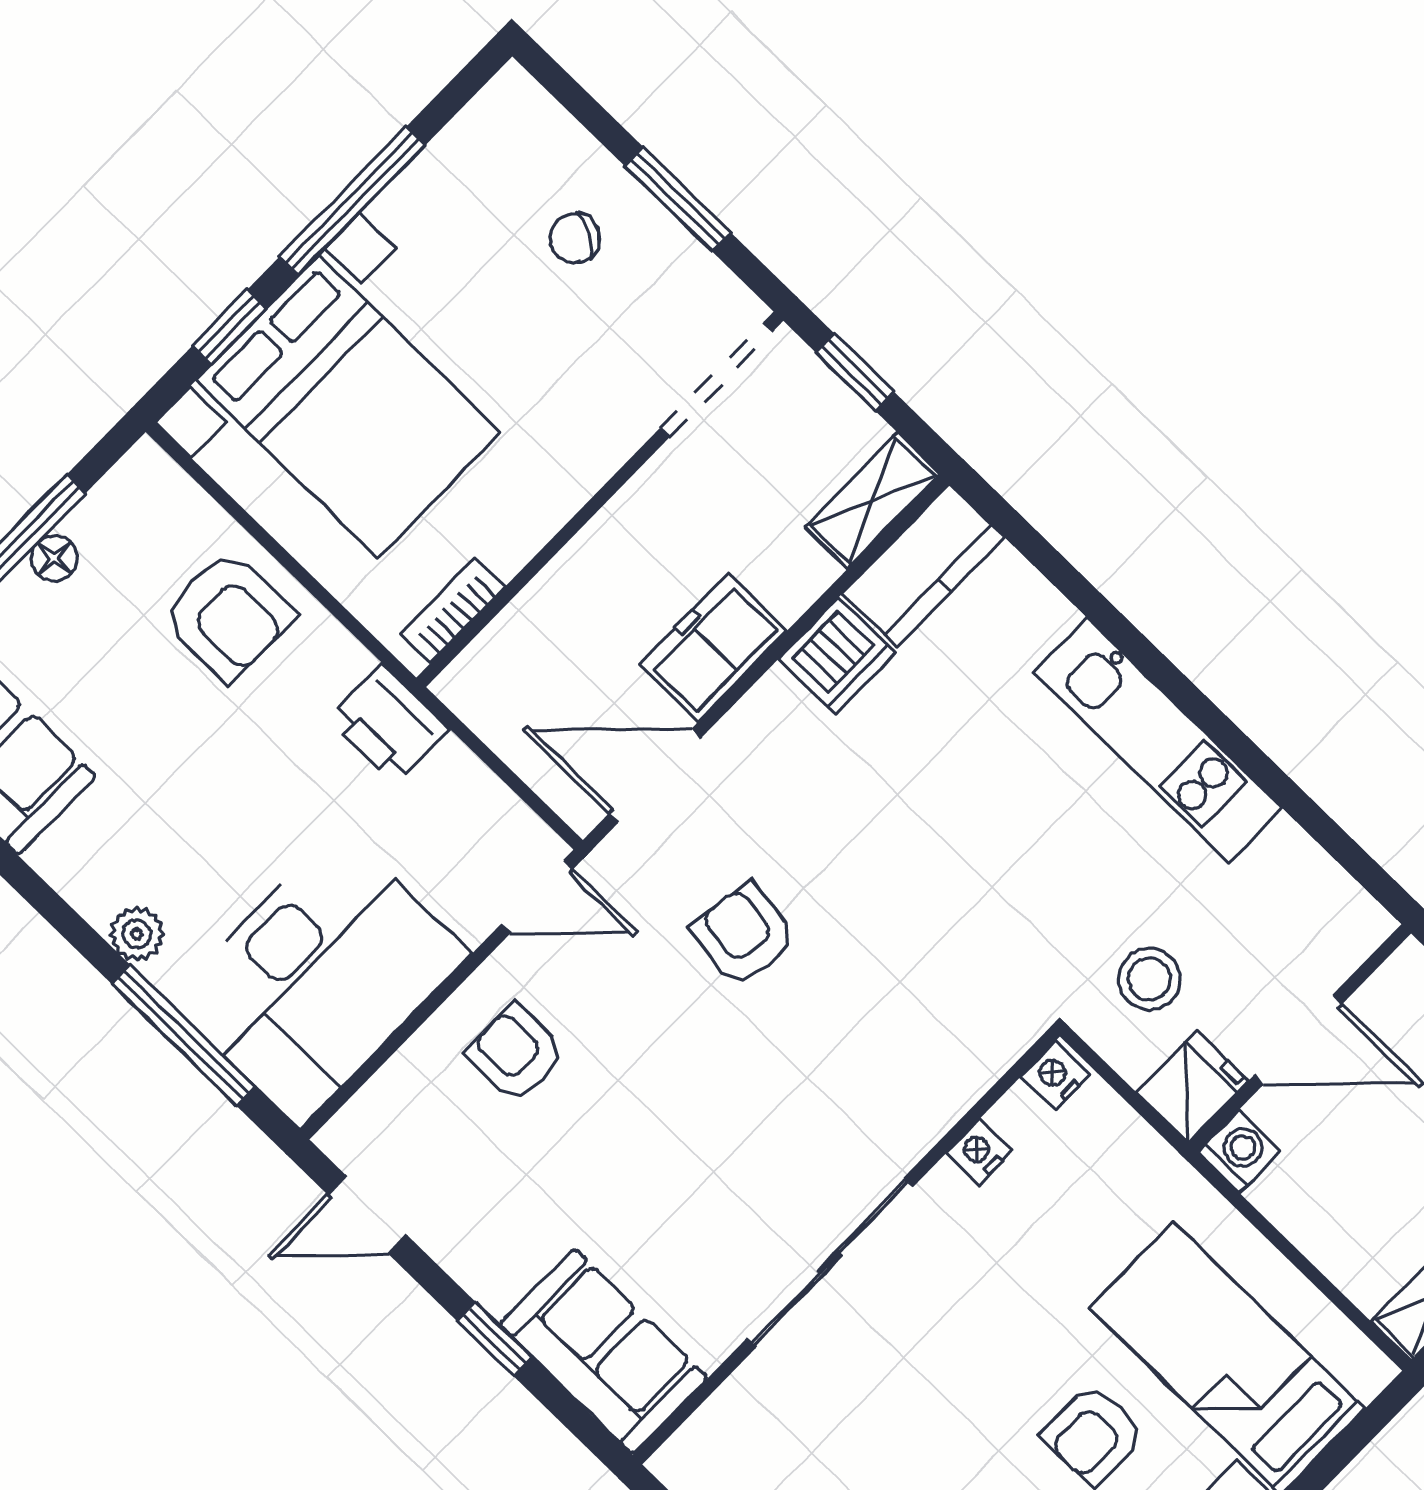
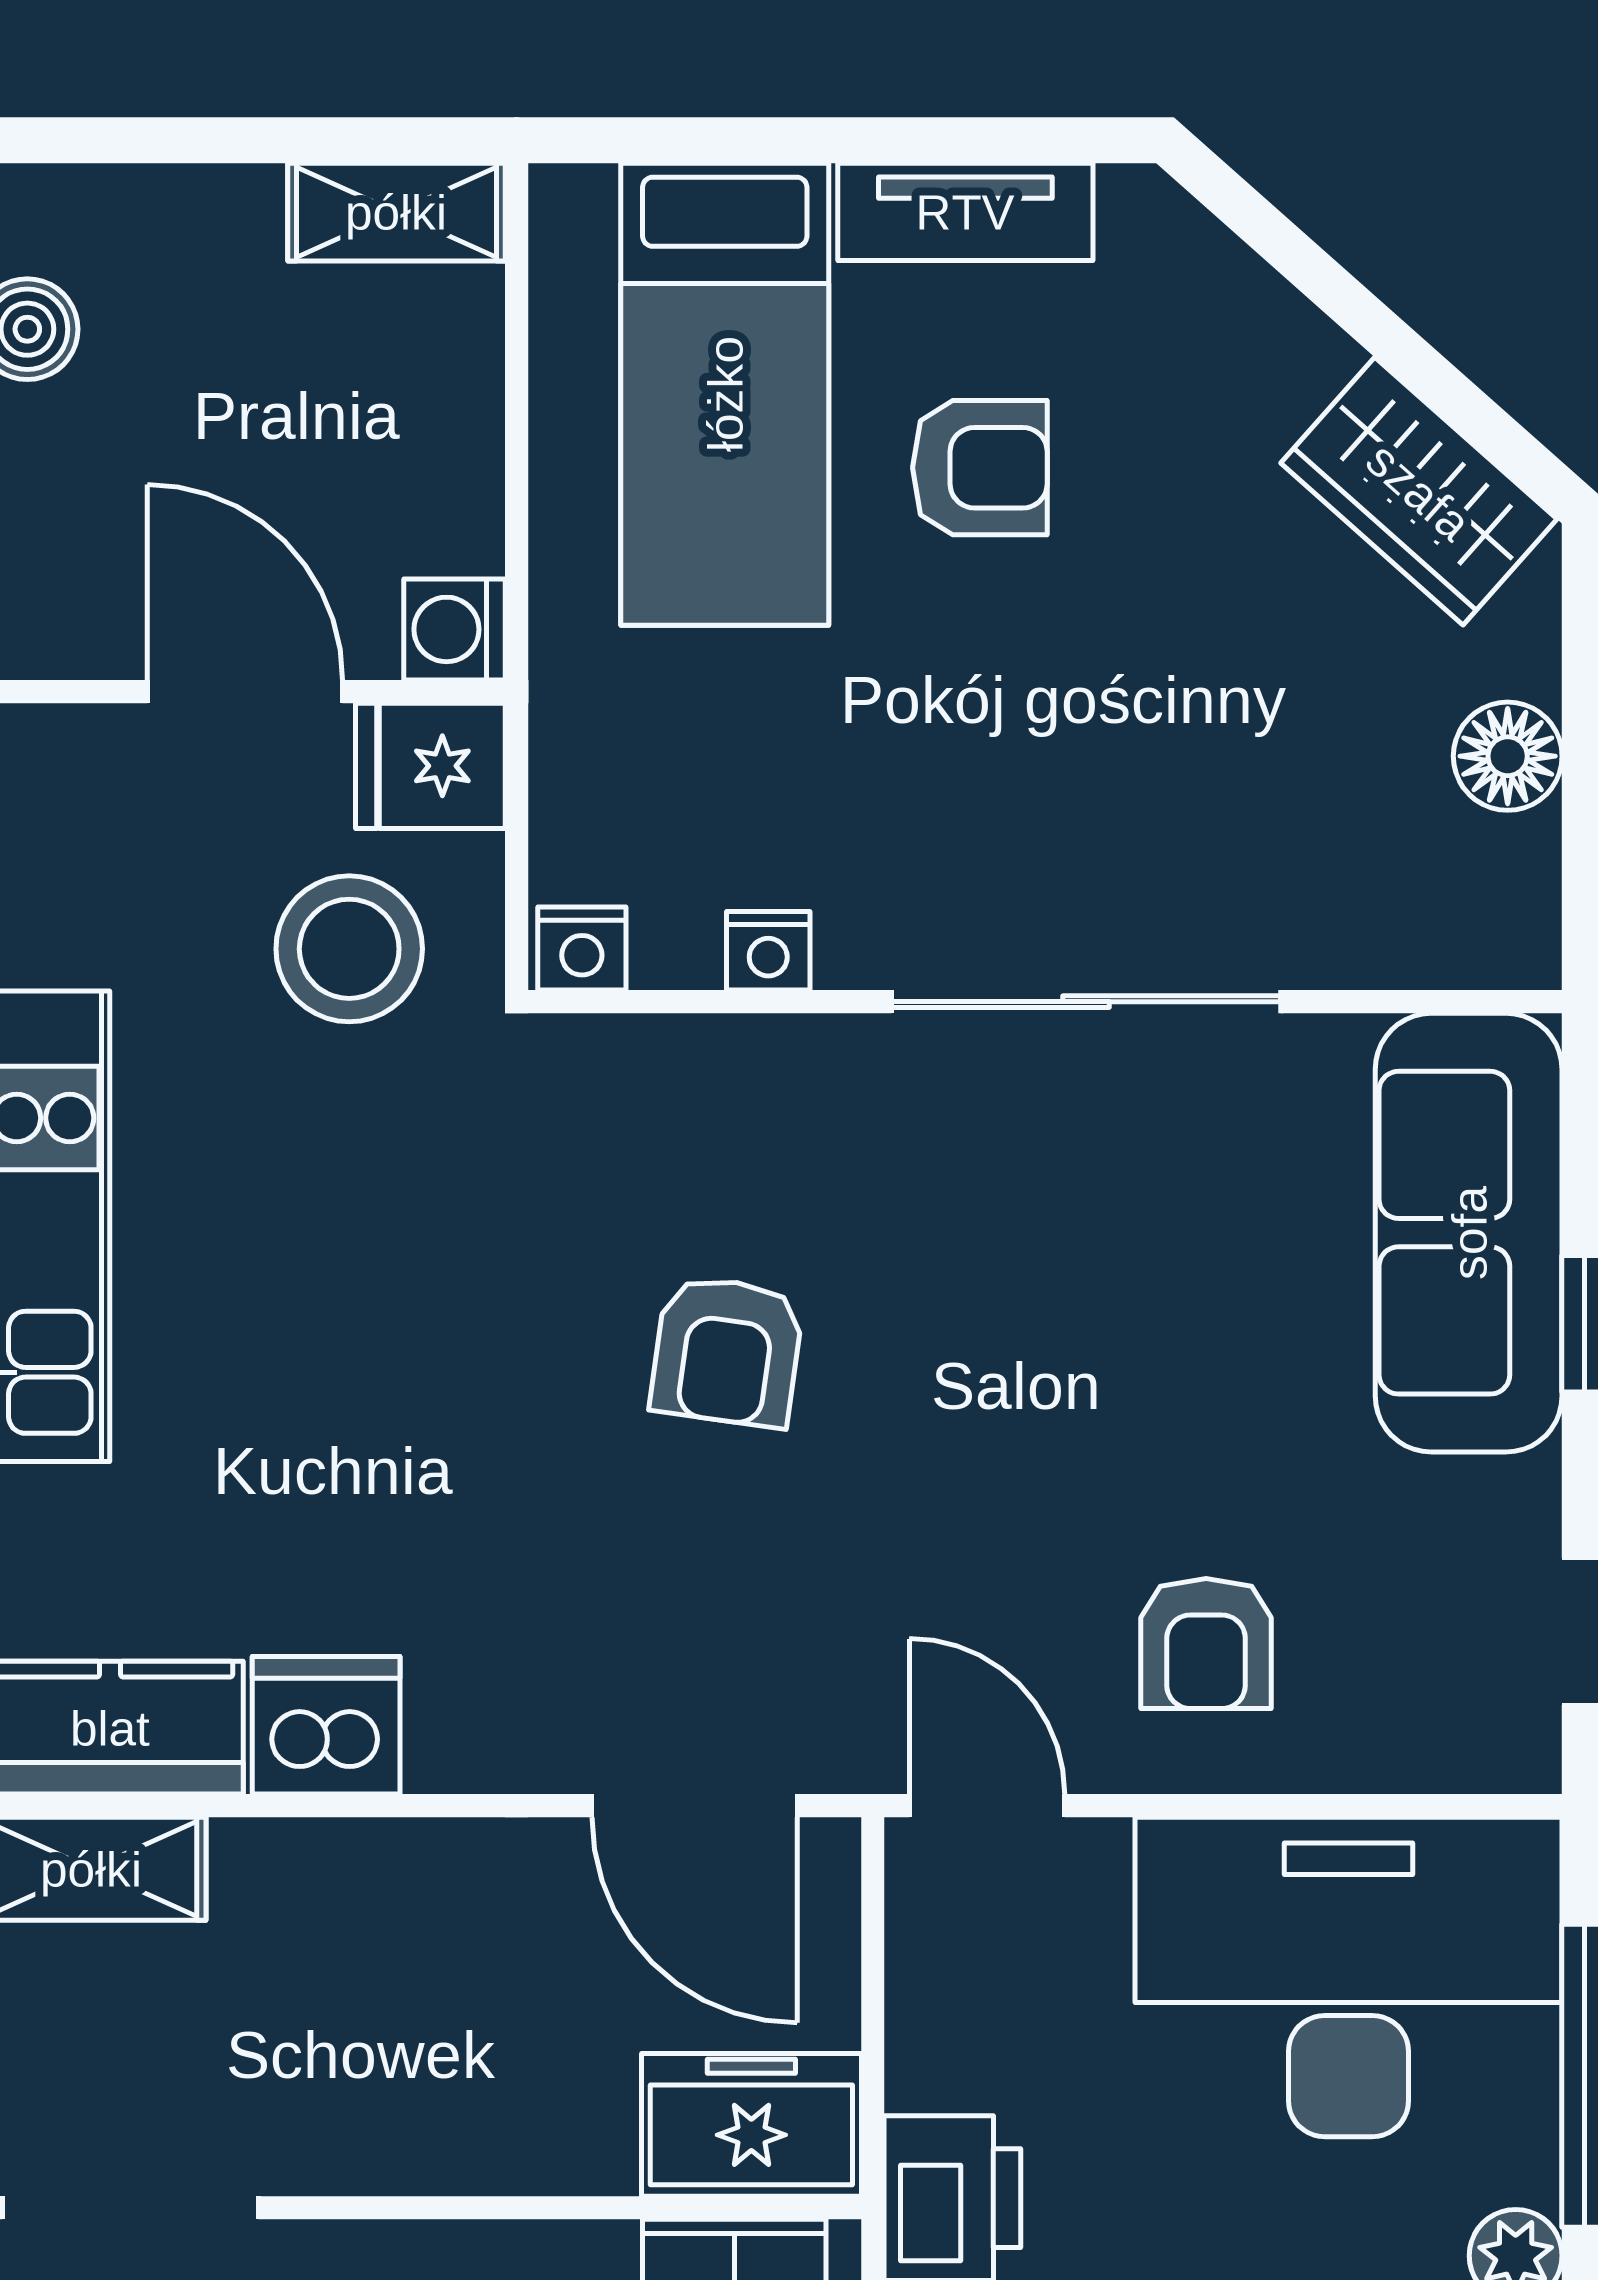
freezer: (713, 647) -> (751, 2125), moved, turned 180
armchair: (744, 934) -> (727, 1351), moved
stool: (1149, 979) -> (349, 949), width x1.38, depth x1.38
sofa: (604, 1351) -> (1469, 1233), width x1.36

